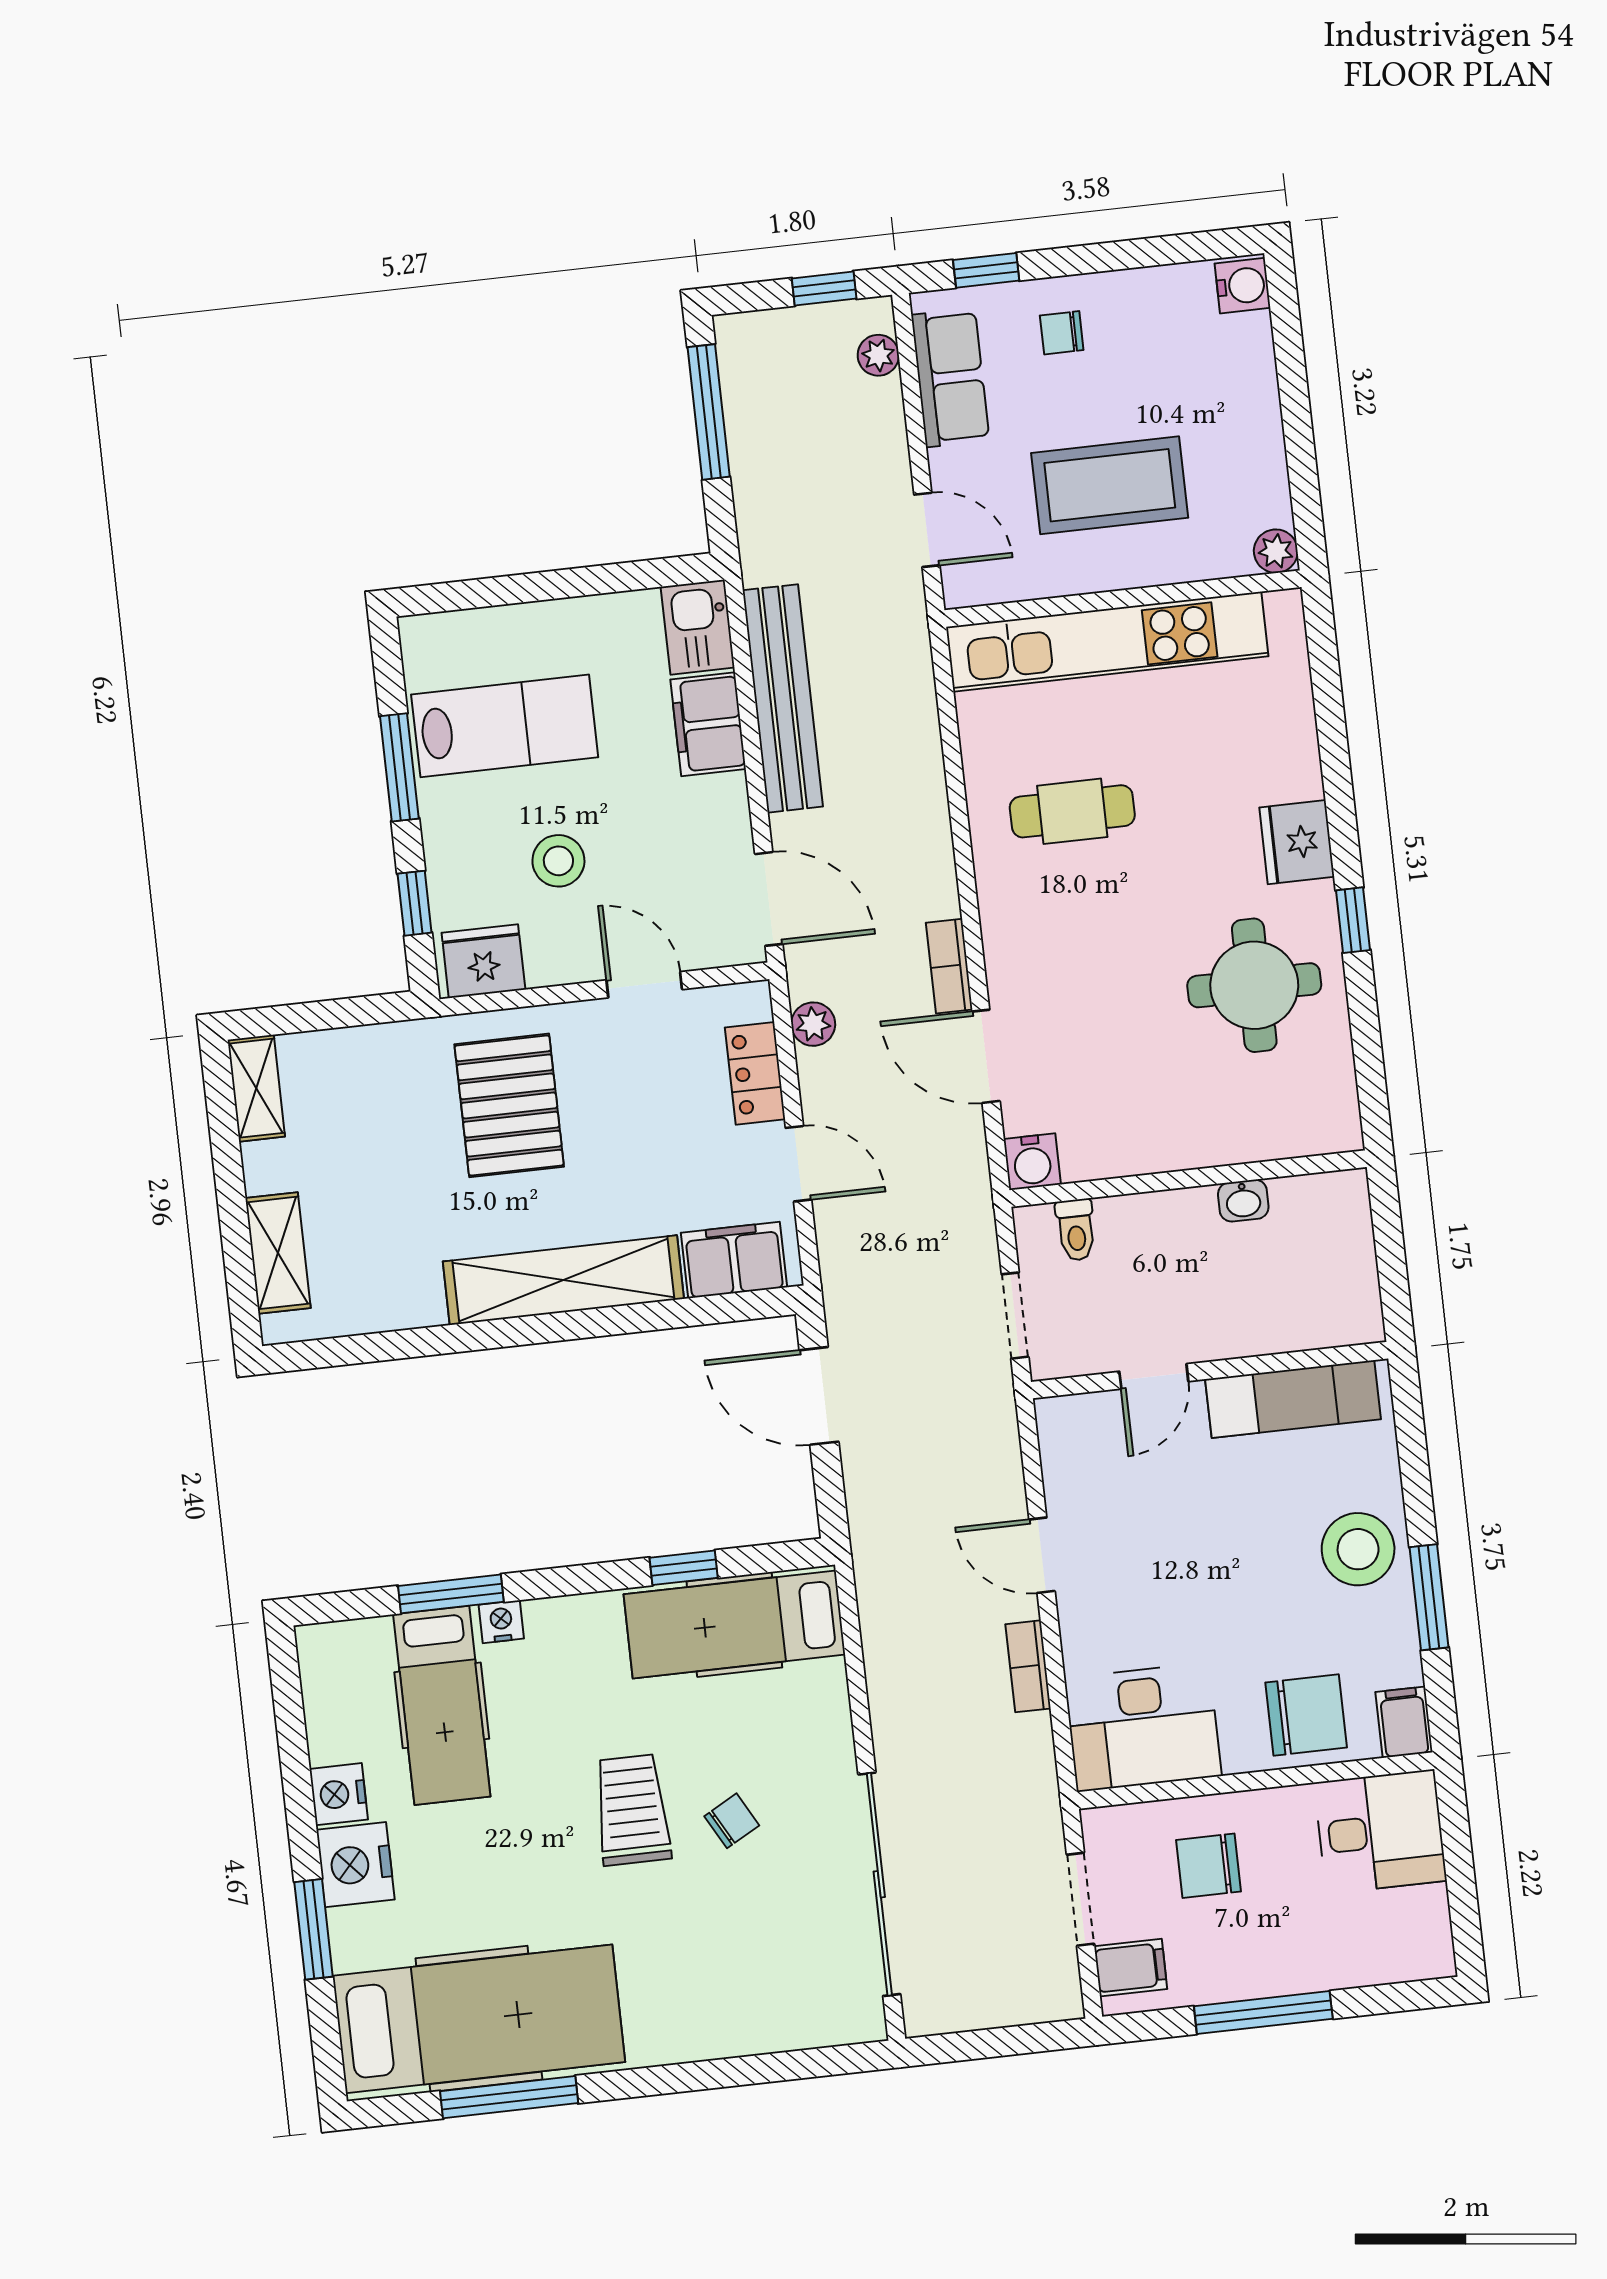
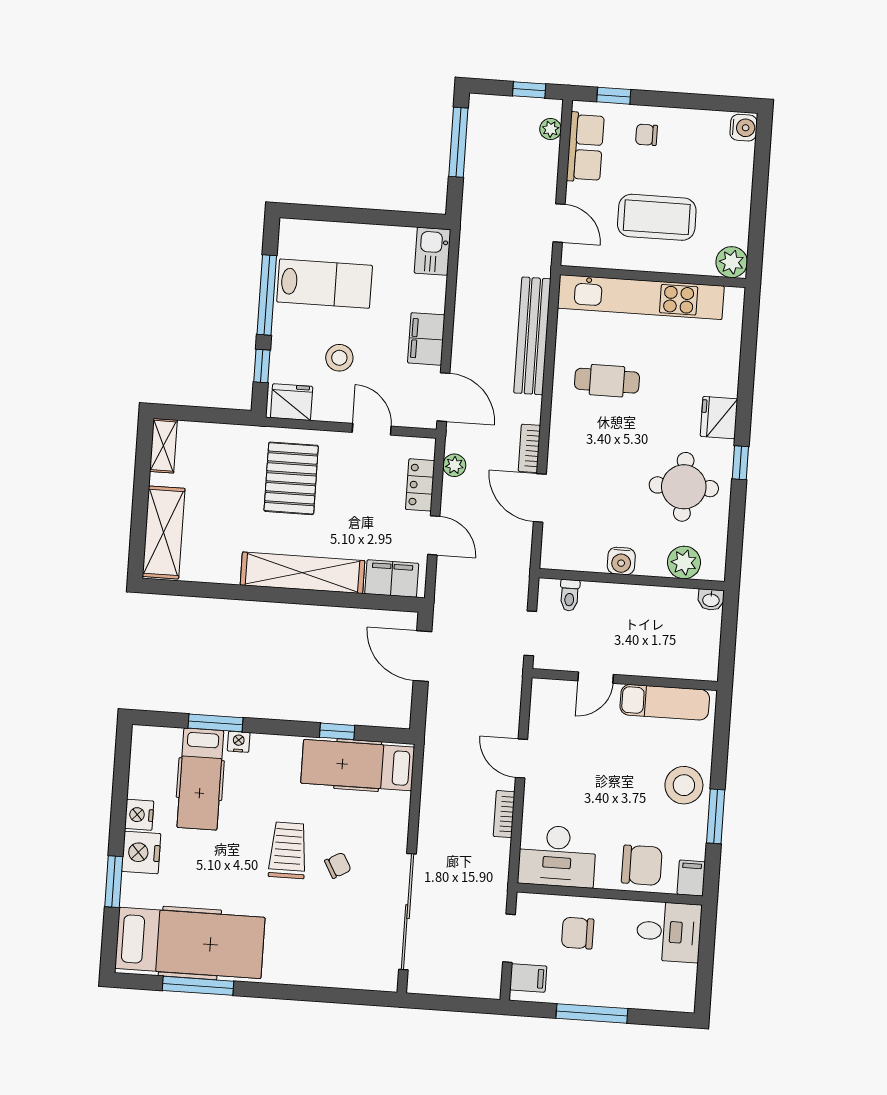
plant: (1276, 551) -> (732, 262), width x1.38, depth x1.38
bench: (783, 698) -> (532, 336), moved
filing cabinet: (708, 724) -> (426, 339), moved
window: (399, 767) -> (267, 295), width x1.44
plant: (1281, 1128) -> (684, 562), added
water cooler: (1032, 1162) -> (621, 561), moved
washbasin: (1243, 1201) -> (711, 600), moved
shelving: (278, 1253) -> (164, 532), width x1.50, depth x1.33

